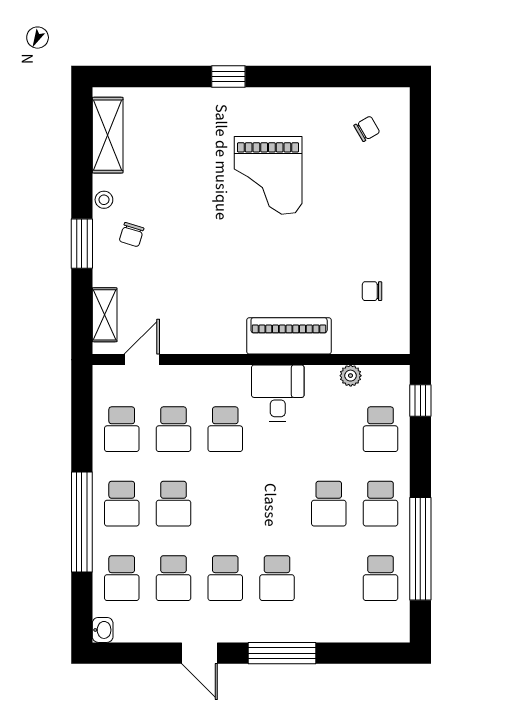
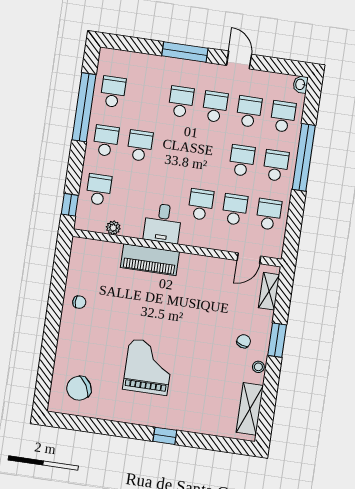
chair: (367, 129) -> (79, 388), width x1.87, depth x1.87
chair: (372, 291) -> (79, 302), moved

